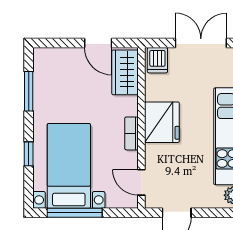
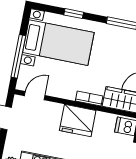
bookcase: (132, 133) -> (89, 99), moved
window: (75, 213) -> (18, 56), moved

